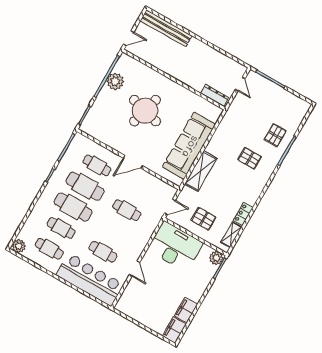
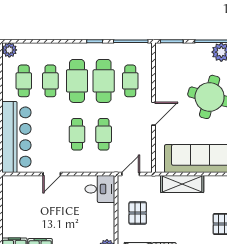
door: (133, 162) -> (153, 114), swing flipped
door: (170, 207) -> (131, 174), swing flipped
desk: (175, 246) -> (100, 189), width x0.53, depth x0.77
cafe table: (103, 252) -> (77, 134), moved

